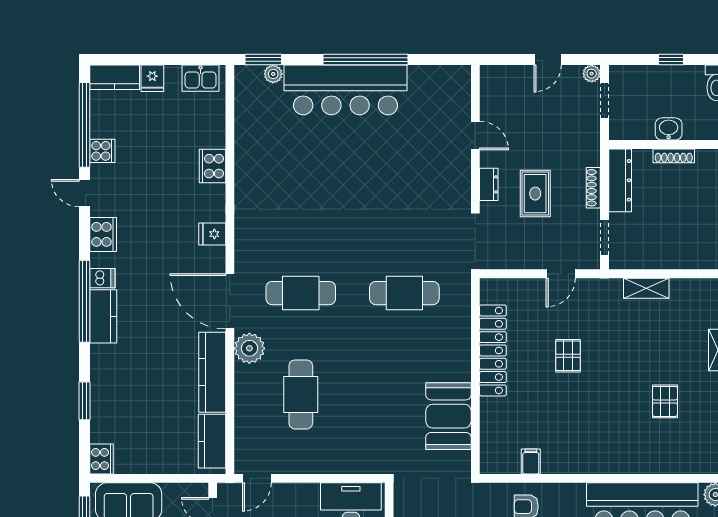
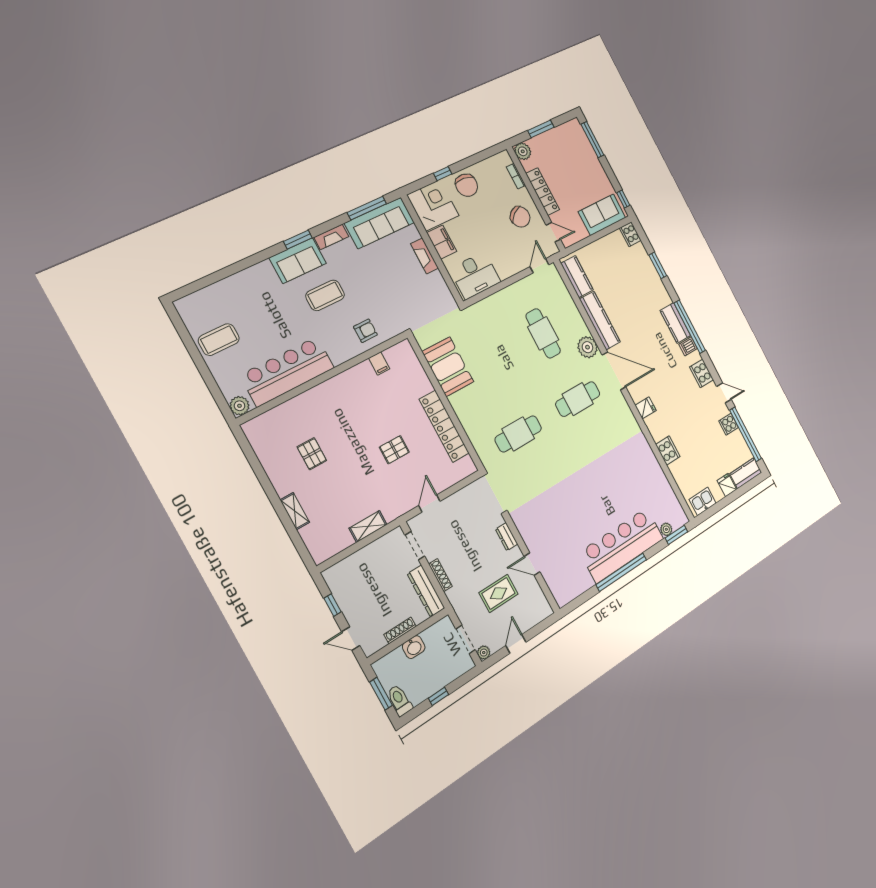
rug: (535, 194) -> (499, 593), moved, turned 90
pallet: (568, 356) -> (394, 450), turned 90

